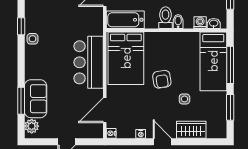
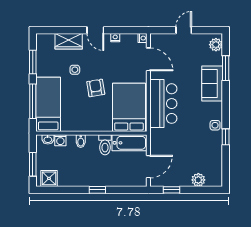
toilet: (166, 18) -> (105, 145), moved
sofa: (36, 99) -> (212, 84), moved
door: (105, 110) -> (148, 59), hinge flipped

